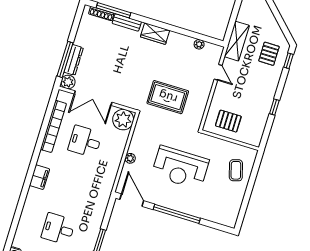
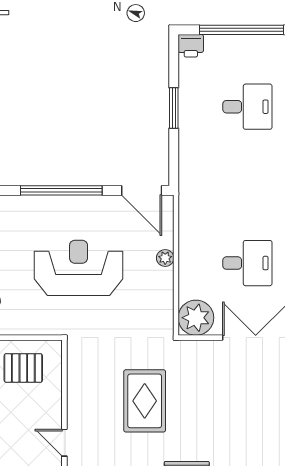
rug: (168, 97) -> (145, 401), moved, turned 90

